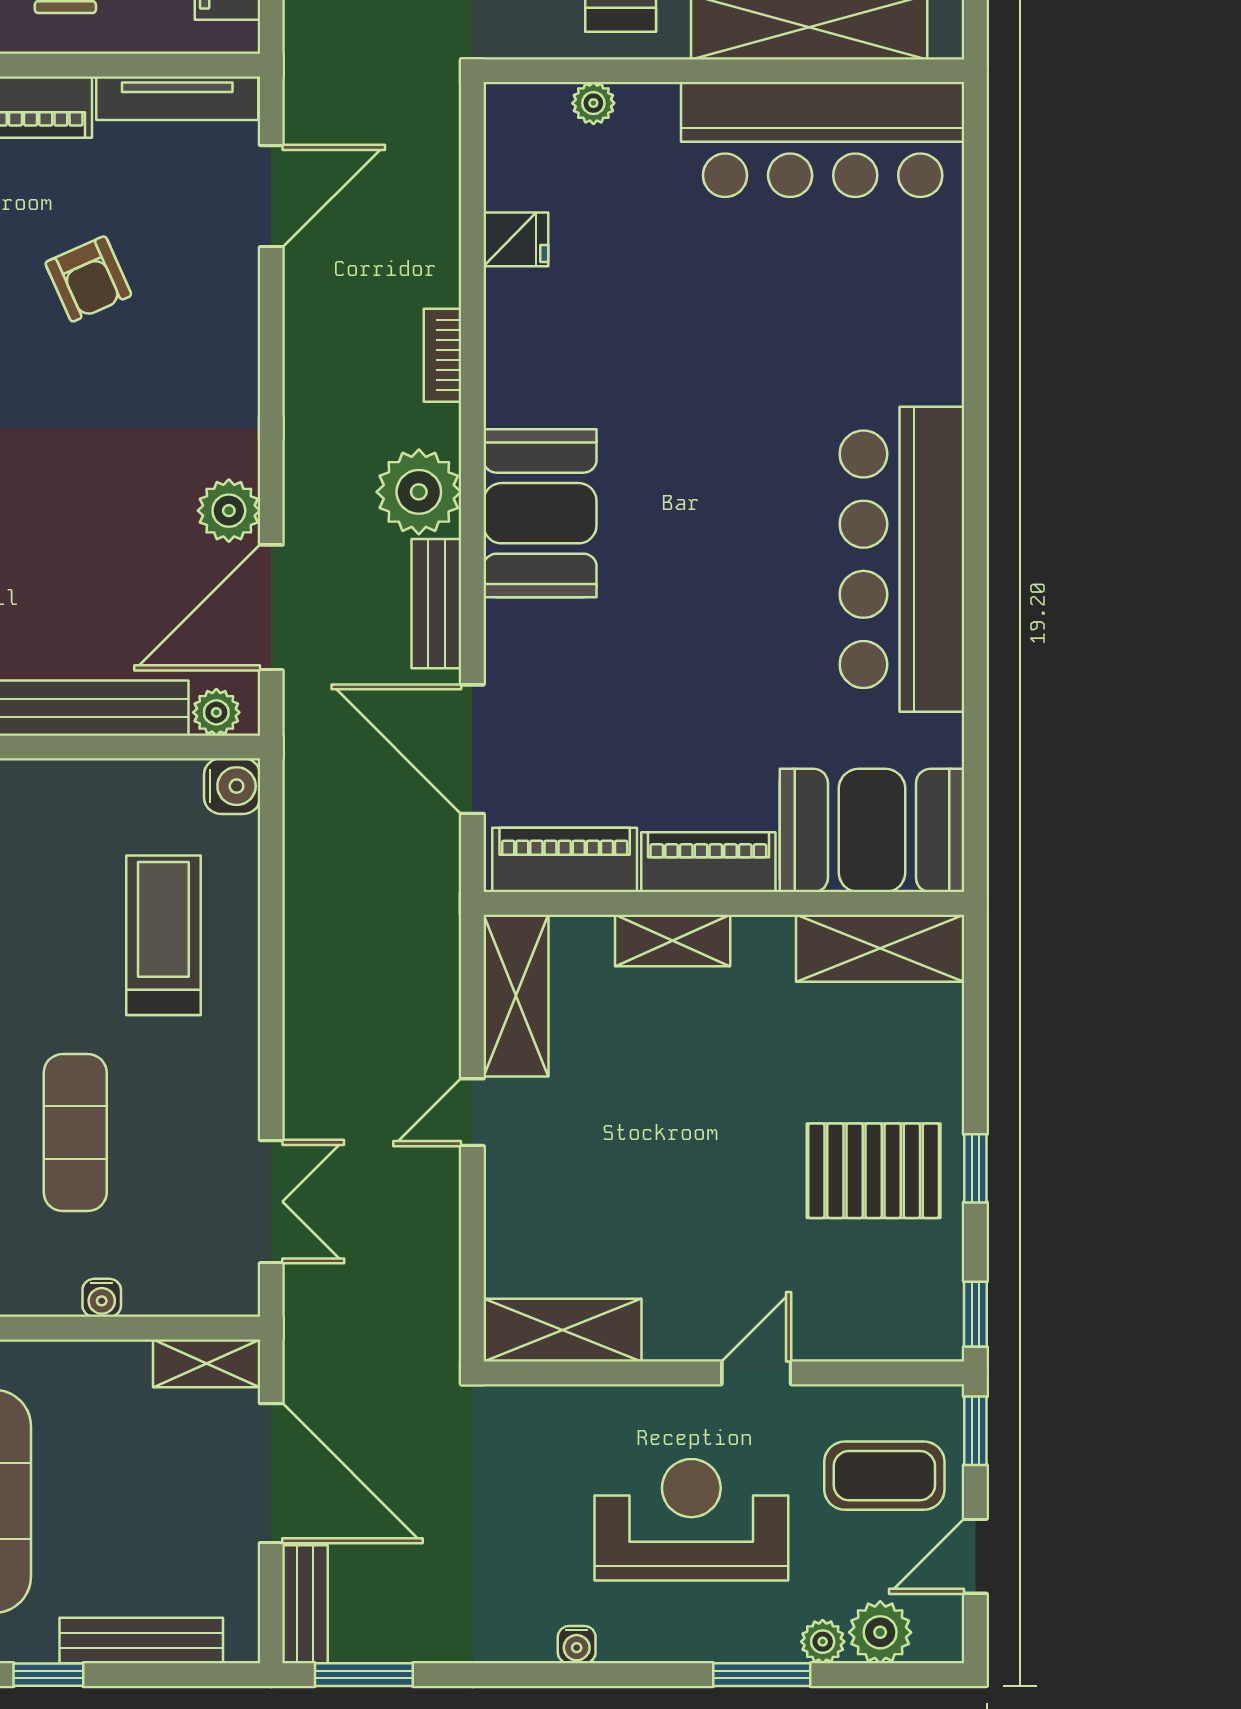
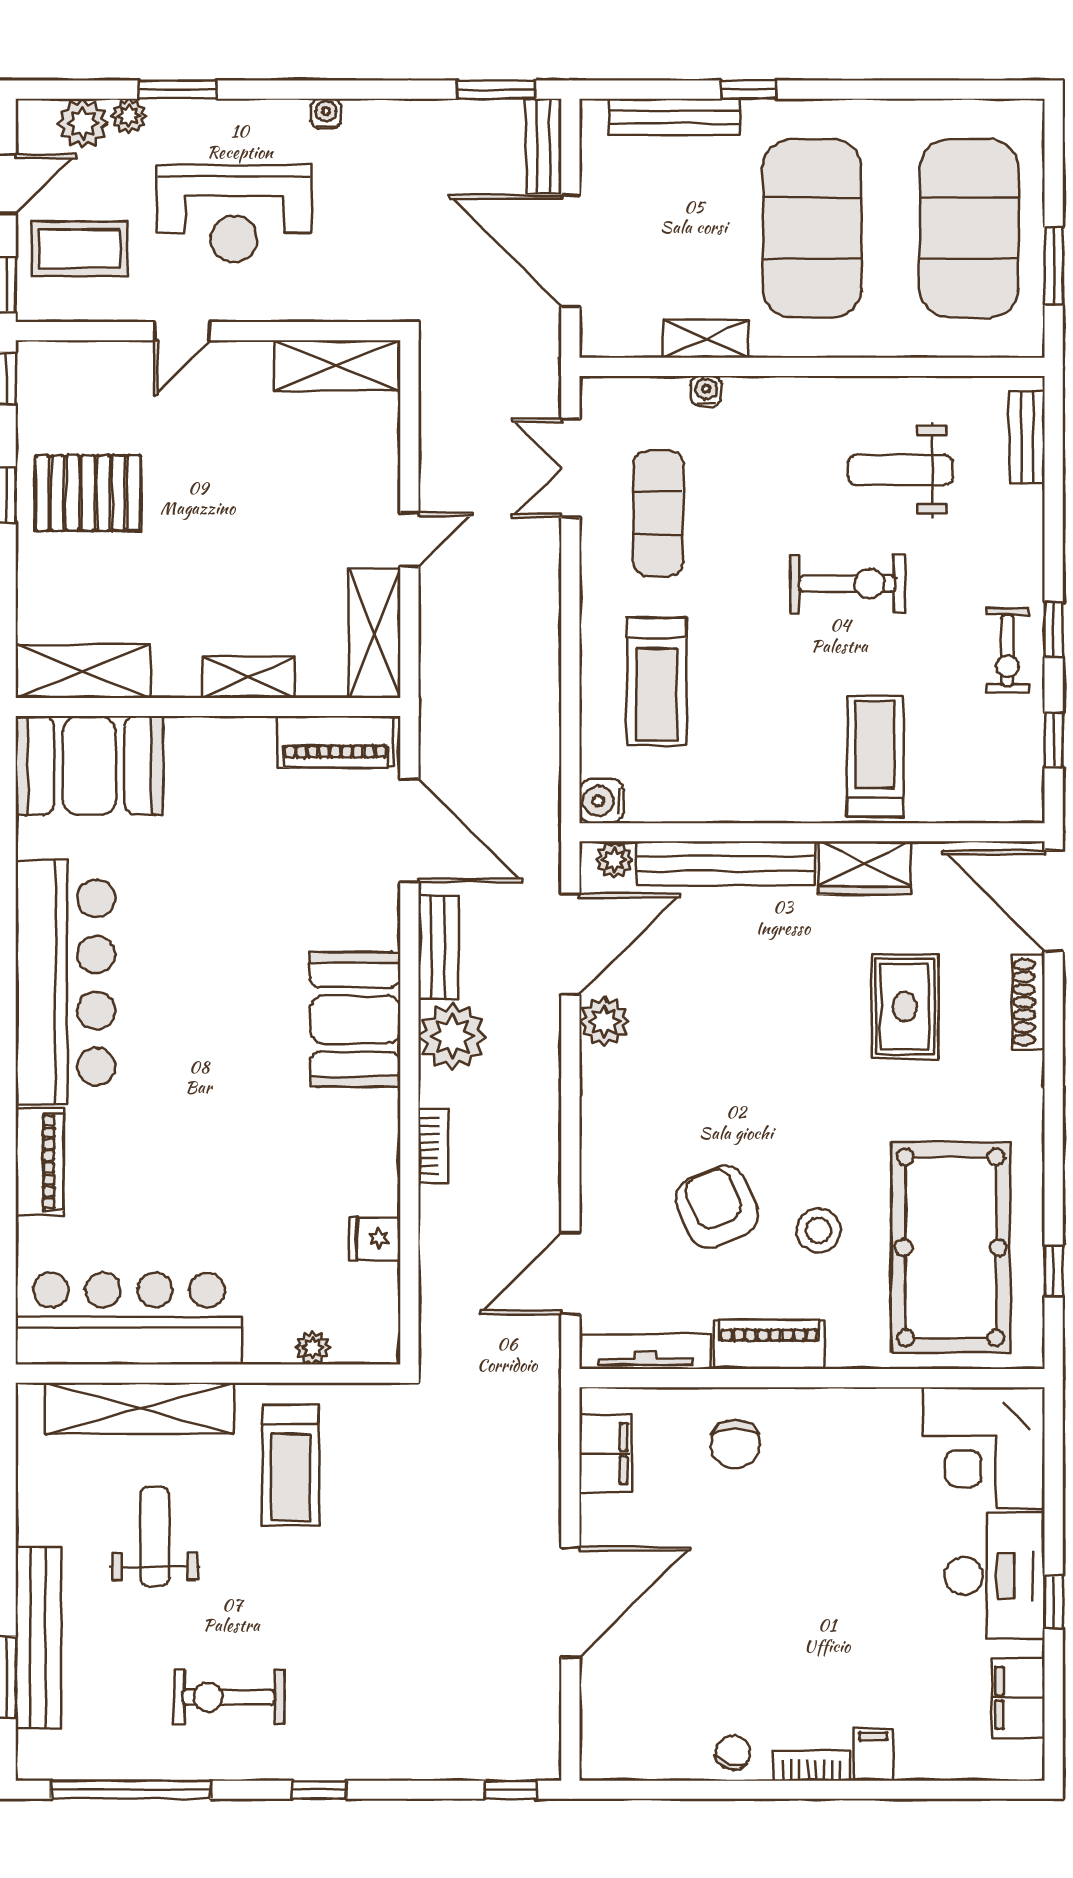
armchair: (88, 279) -> (717, 1207), width x1.38, depth x1.38
piano: (708, 862) -> (40, 1162), moved, turned -90
exercise mat: (75, 1133) -> (659, 513), moved
shelving: (207, 1363) -> (706, 339), moved

